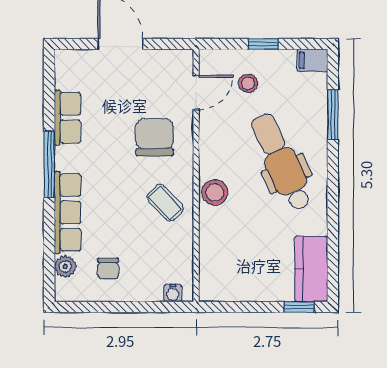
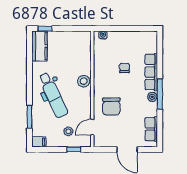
window: (263, 44) -> (74, 149), moved
row of seats: (68, 118) -> (151, 129), moved
coffee table: (165, 203) -> (106, 76), removed
plant: (65, 266) -> (152, 97), moved
chair: (108, 269) -> (124, 68), moved

